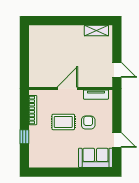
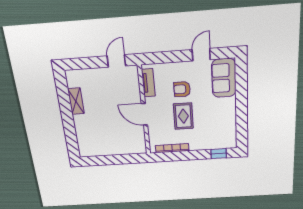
shelving: (96, 31) -> (76, 101), moved
window: (24, 137) -> (219, 154), moved

